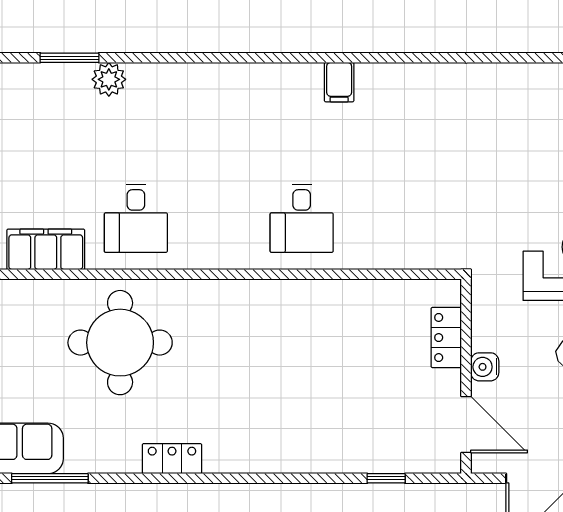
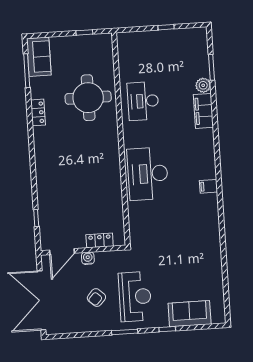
desk: (136, 218) -> (143, 101), width x1.37
desk: (302, 218) -> (148, 174), width x1.87, depth x1.30
filing cabinet: (46, 249) -> (203, 111), moved, turned 180
locker: (172, 459) -> (38, 112), moved

